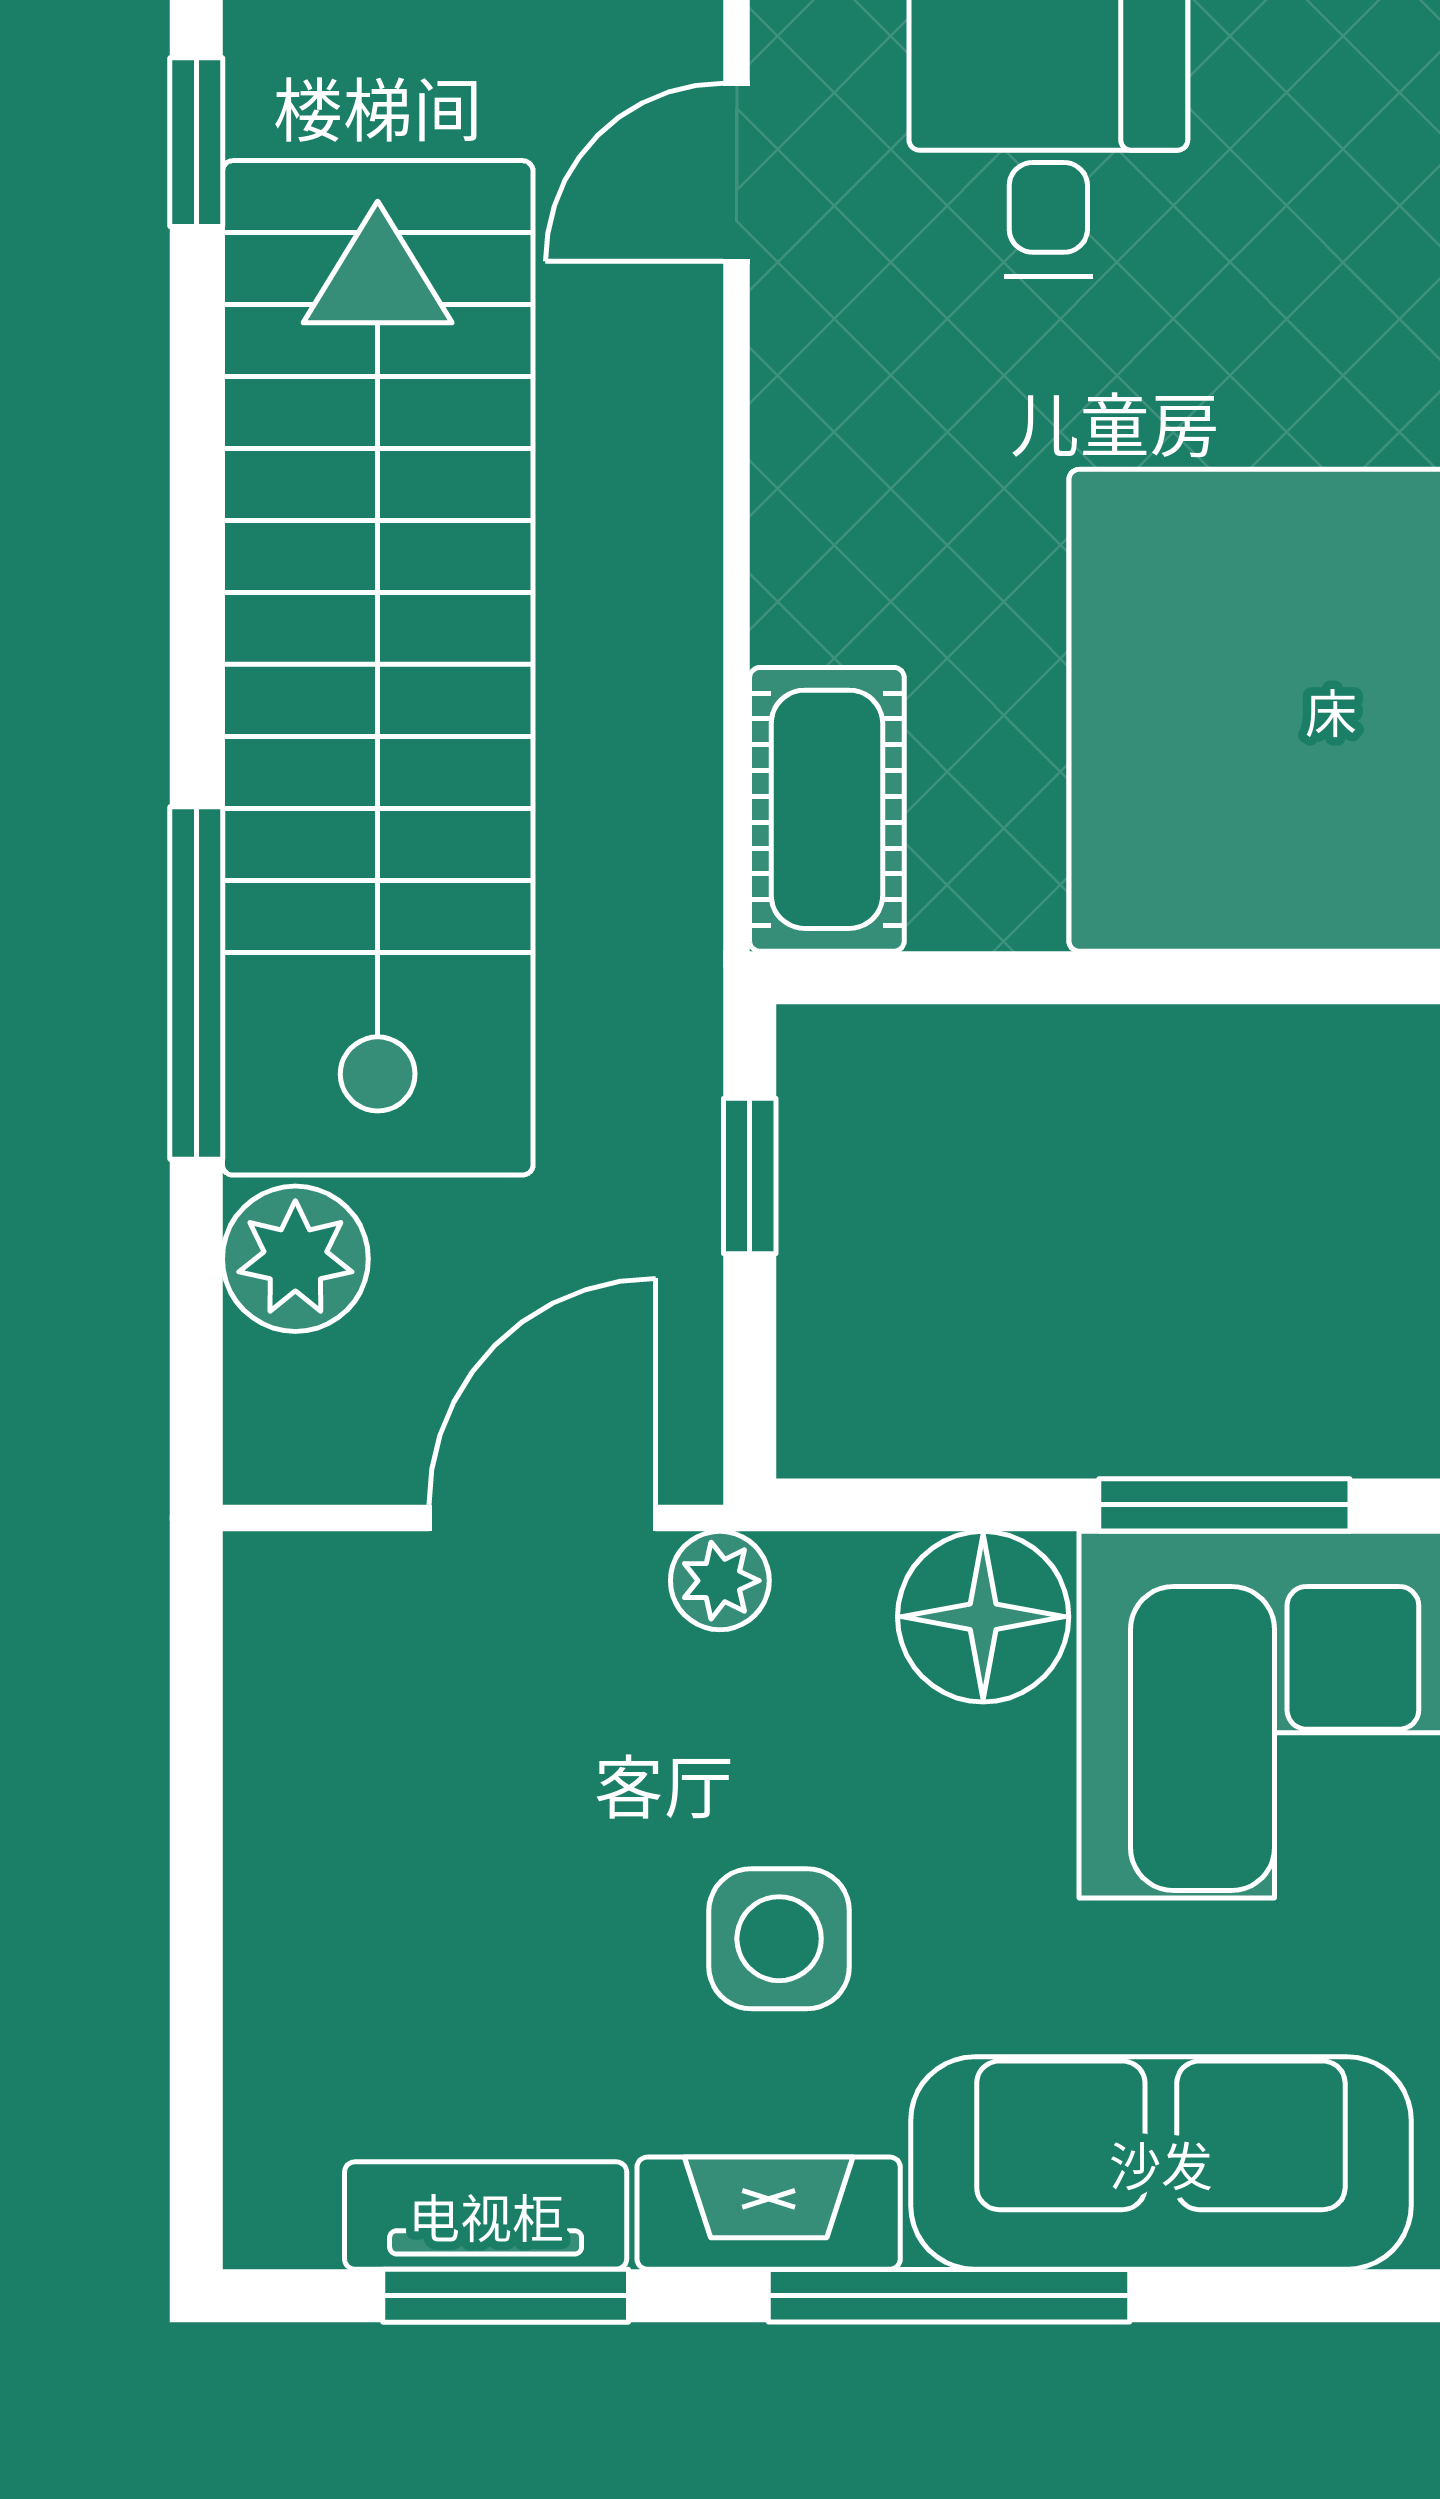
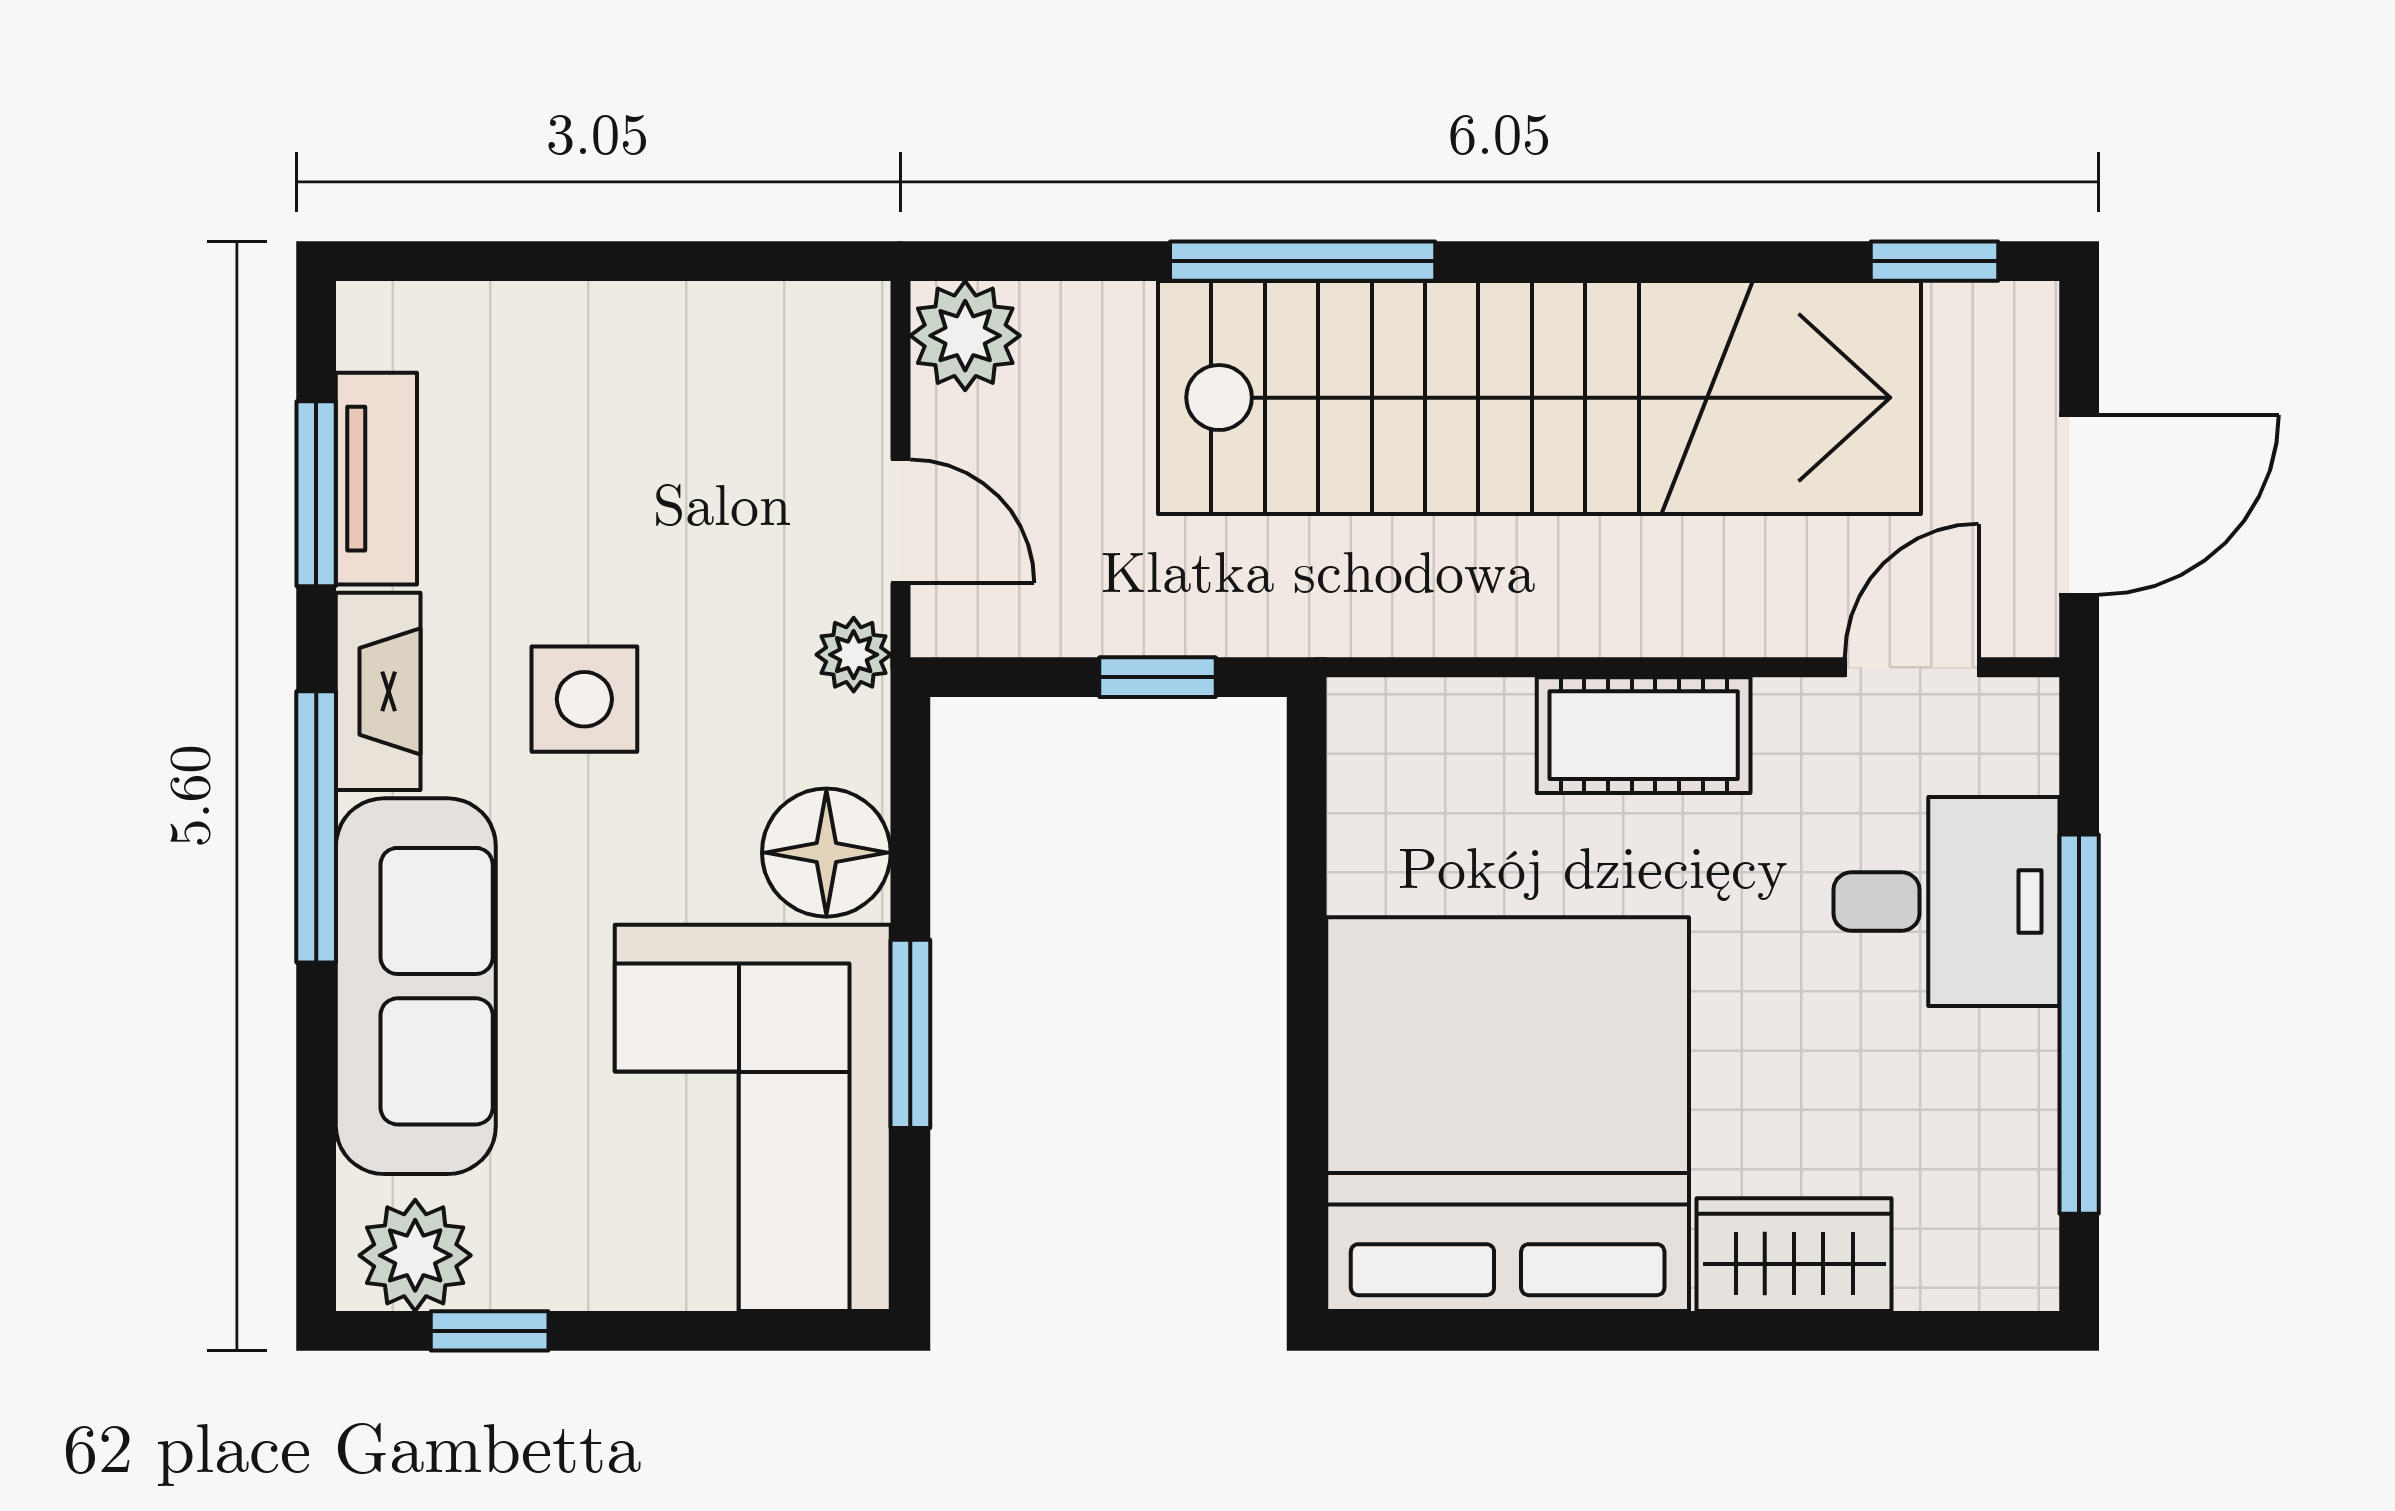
door: (737, 172) -> (1912, 667), hinge flipped
cot: (827, 809) -> (1644, 735), moved
plant: (295, 1259) -> (965, 336), moved
door: (542, 1518) -> (901, 521), width x0.73

